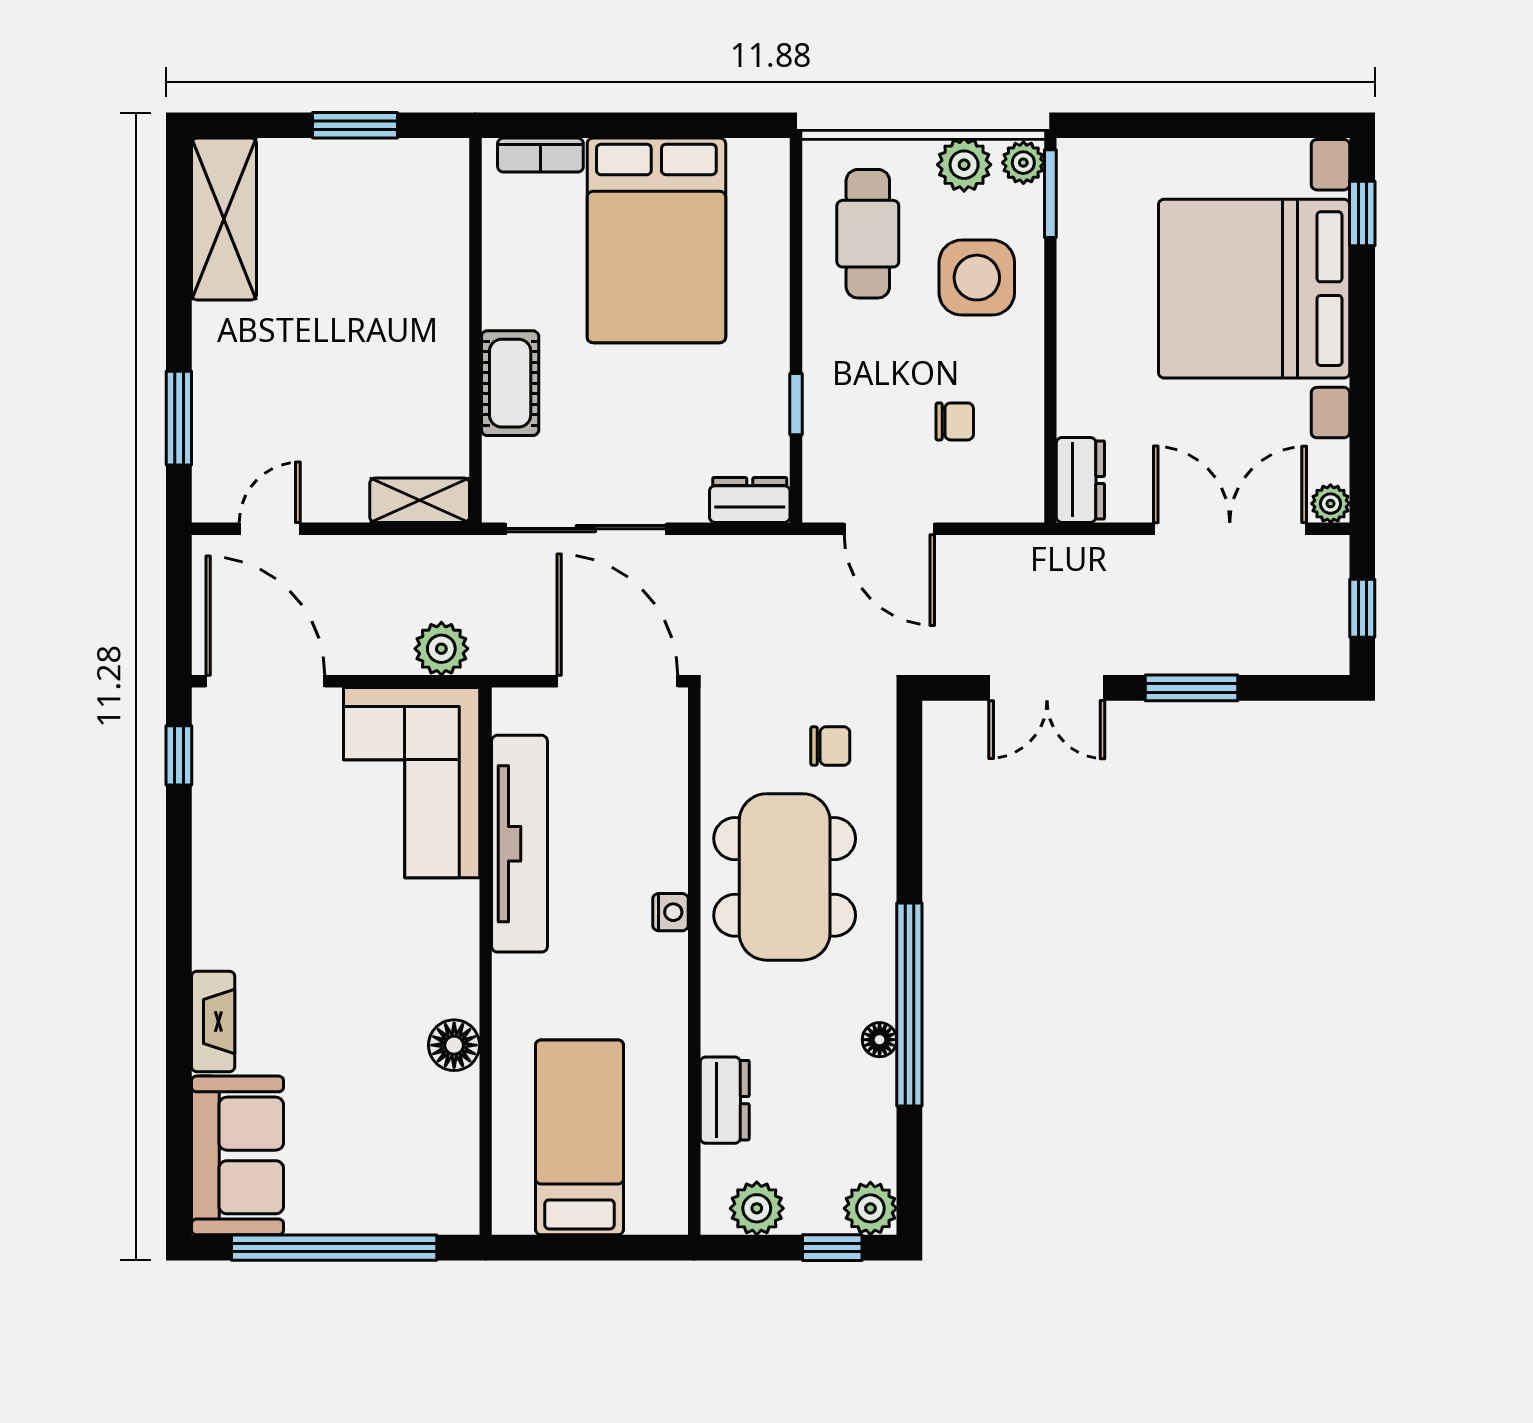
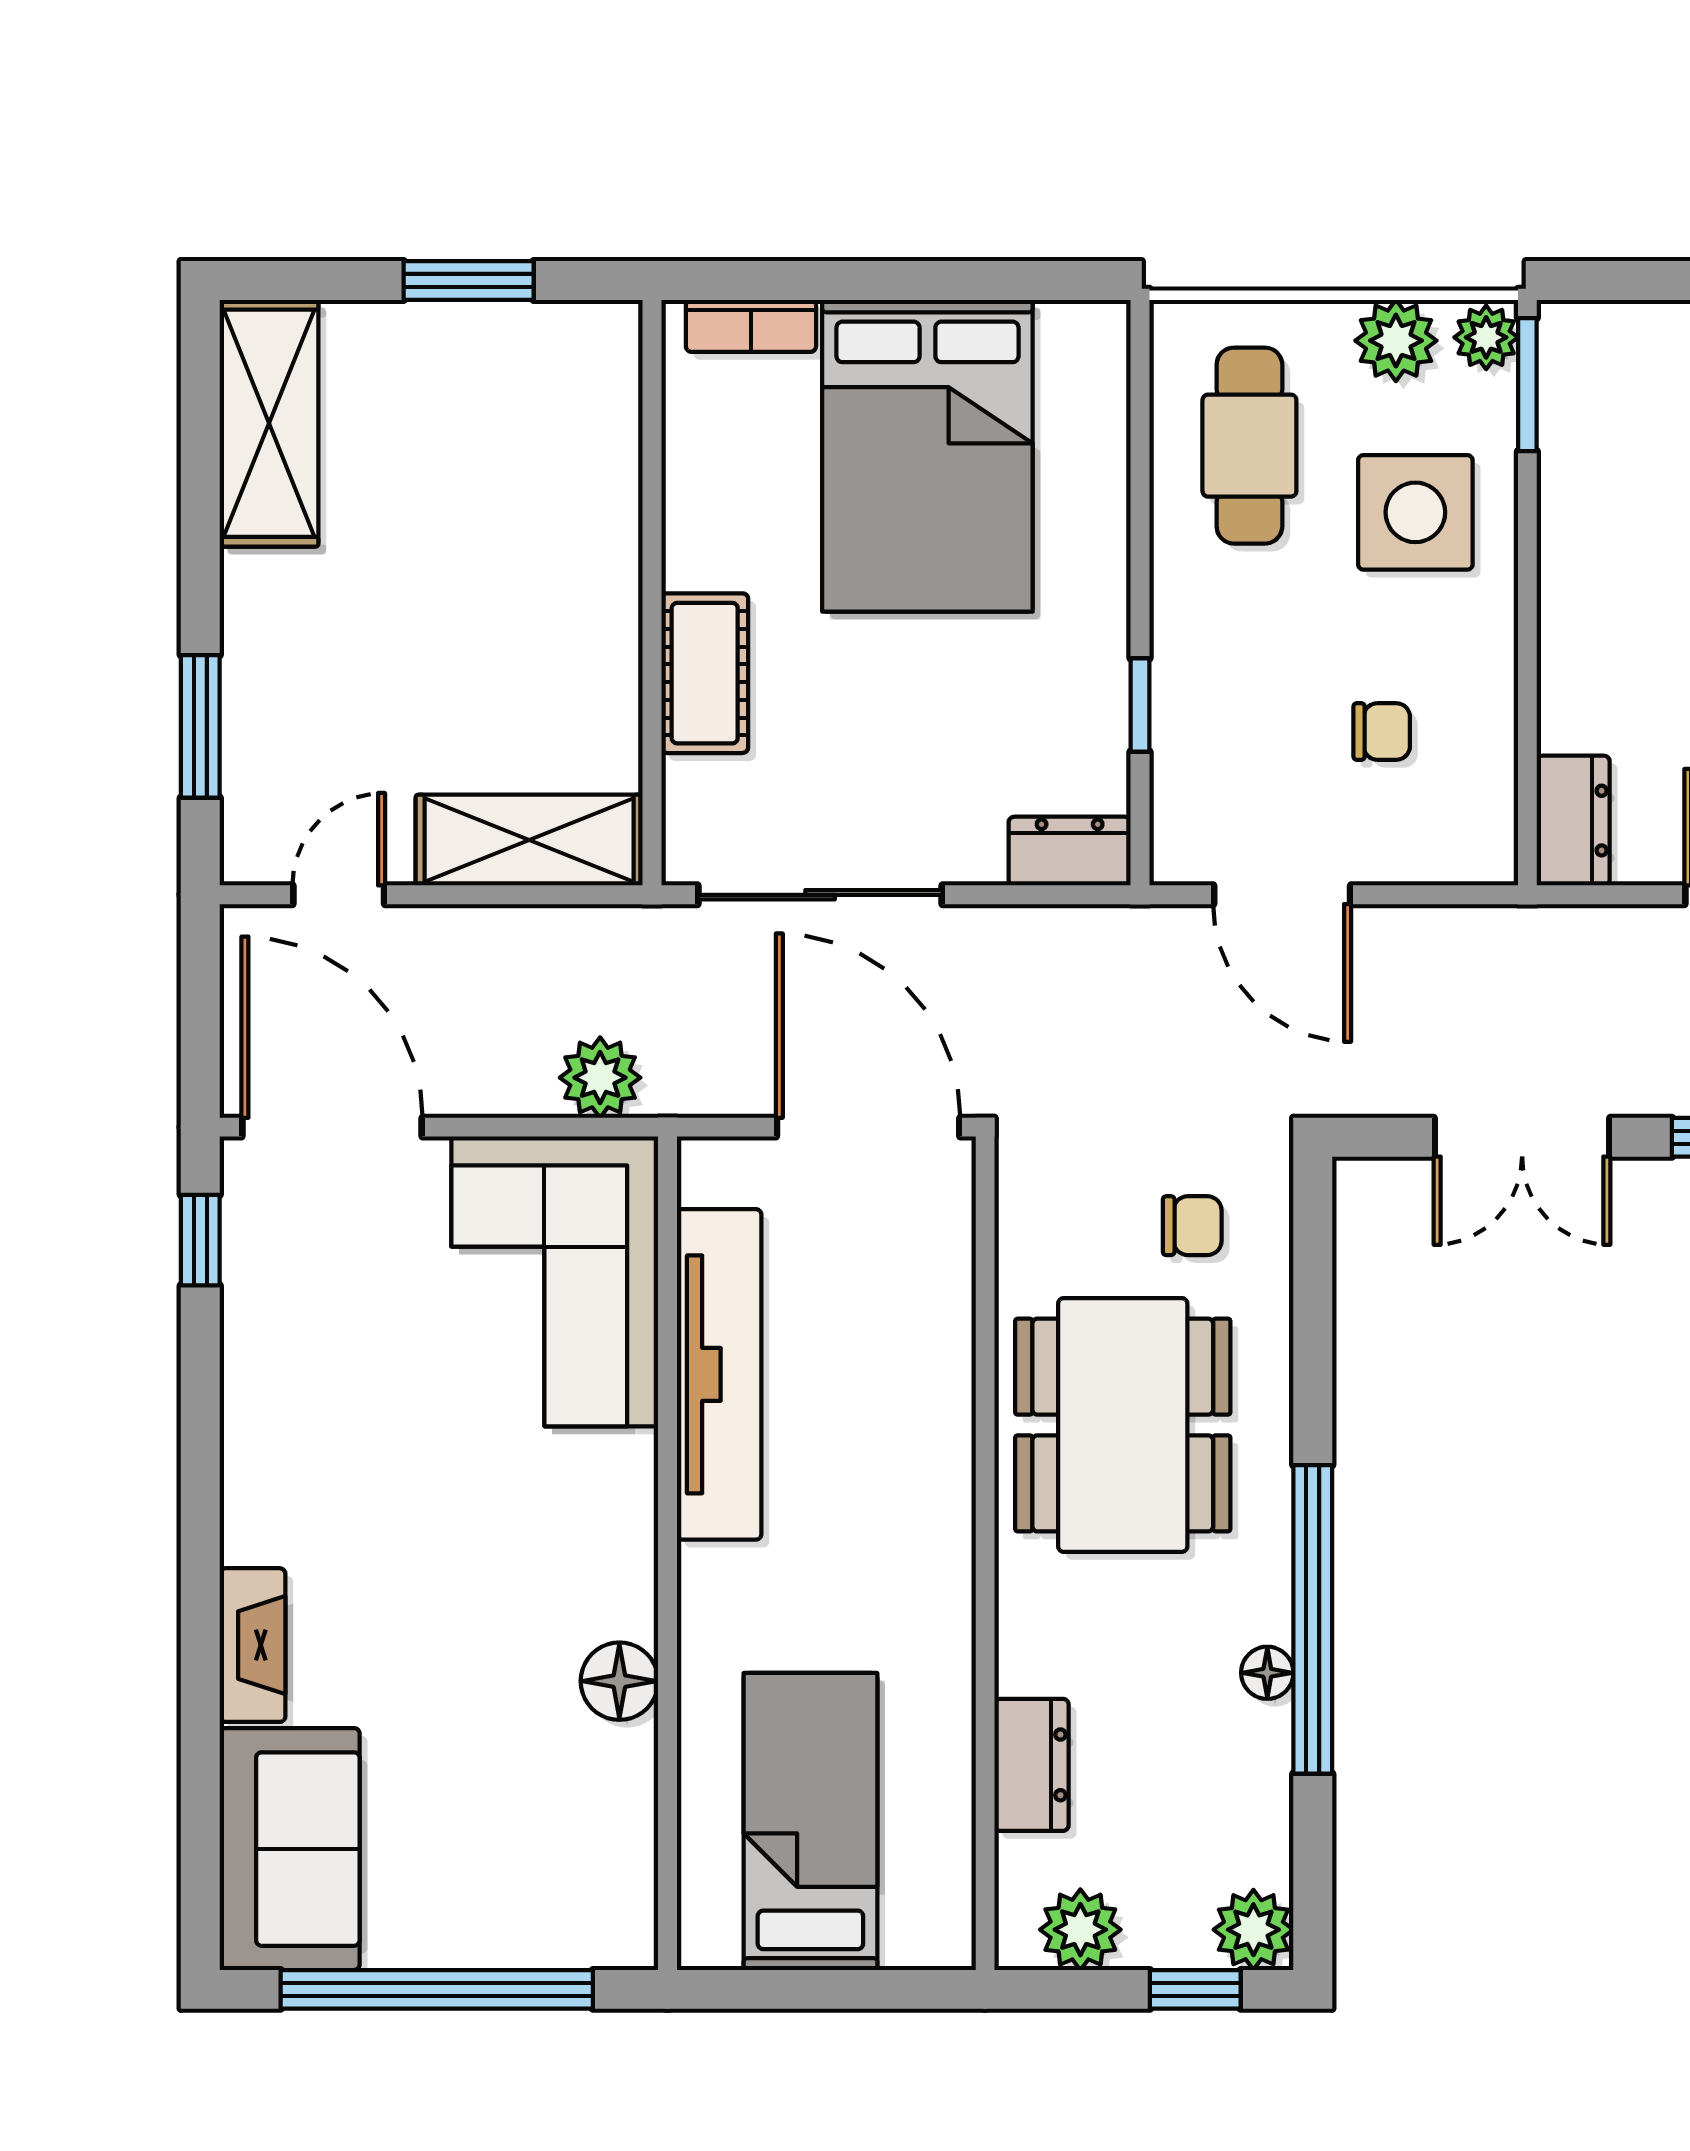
shelving: (420, 500) -> (529, 840), width x1.50, depth x1.33
nightstand: (670, 912) -> (949, 1479), removed

